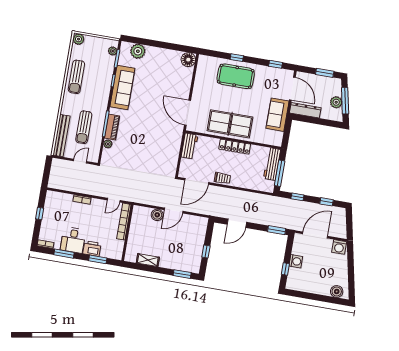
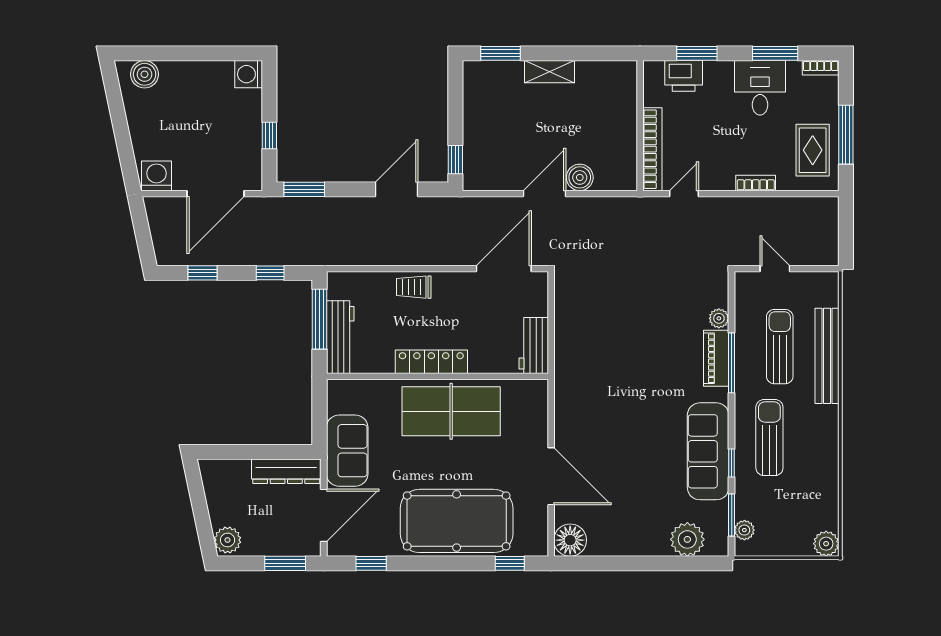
window: (237, 58) -> (510, 563), moved
window: (325, 73) -> (285, 563), moved
pool table: (236, 76) -> (457, 521), width x1.36, depth x1.32
sun lounger: (76, 77) -> (769, 438), moved
door: (292, 89) -> (324, 515), swing flipped
window: (345, 101) -> (200, 508), removed
plant: (336, 102) -> (228, 540), moved
door: (188, 113) -> (551, 476), moved
bench: (61, 136) -> (827, 356), moved
door: (80, 161) -> (775, 269), swing flipped
trolley: (222, 178) -> (414, 287), moved
rug: (55, 209) -> (813, 150), added
window: (40, 213) -> (846, 135), width x2.17
printer: (92, 248) -> (684, 76), moved
window: (206, 252) -> (455, 160), moved
shelving: (148, 260) -> (549, 72), moved
washing machine: (296, 261) -> (249, 74), moved
window: (285, 269) -> (269, 136), moved

